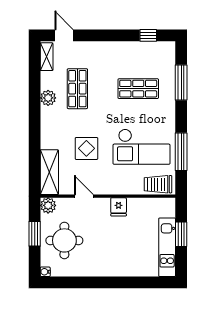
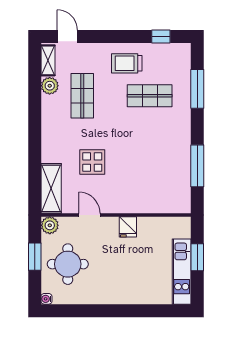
plant: (48, 98) -> (50, 86), moved
checkout: (142, 147) -> (153, 160), removed
trolley: (158, 184) -> (127, 63), moved

